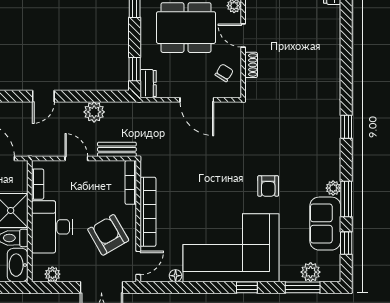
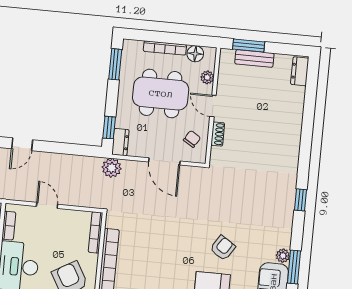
plant: (94, 112) -> (112, 168), moved
bench: (117, 149) -> (86, 200), removed
armchair: (268, 186) -> (223, 248), turned -147

